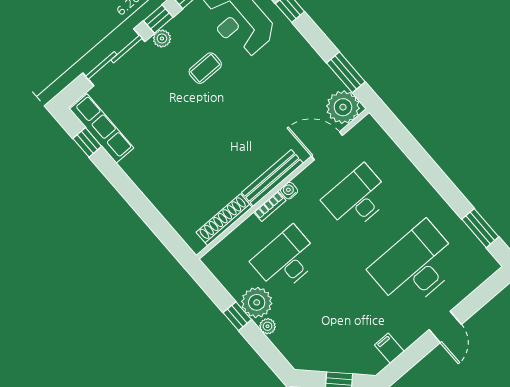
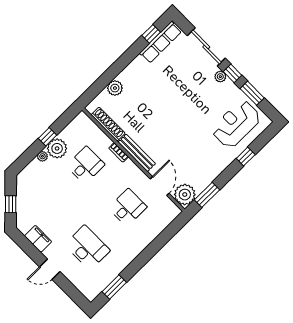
coffee table: (205, 68) -> (203, 105), removed
water cooler: (289, 191) -> (129, 164), removed
desk: (357, 198) -> (128, 207), width x0.73
plant: (168, 205) -> (115, 88), added
desk: (286, 260) -> (86, 165), width x0.73
desk: (415, 266) -> (87, 248), width x0.73, depth x0.77
filing cabinet: (389, 348) -> (38, 239), width x2.00

